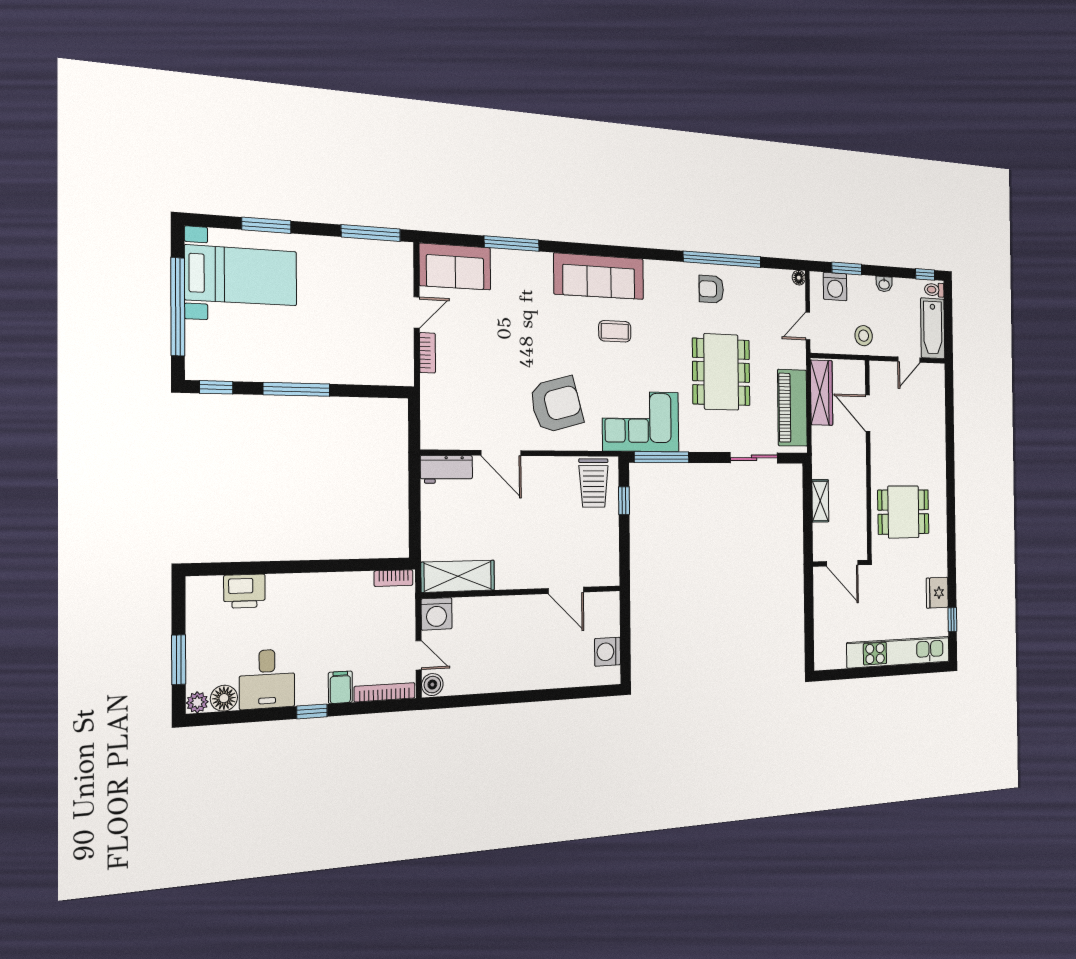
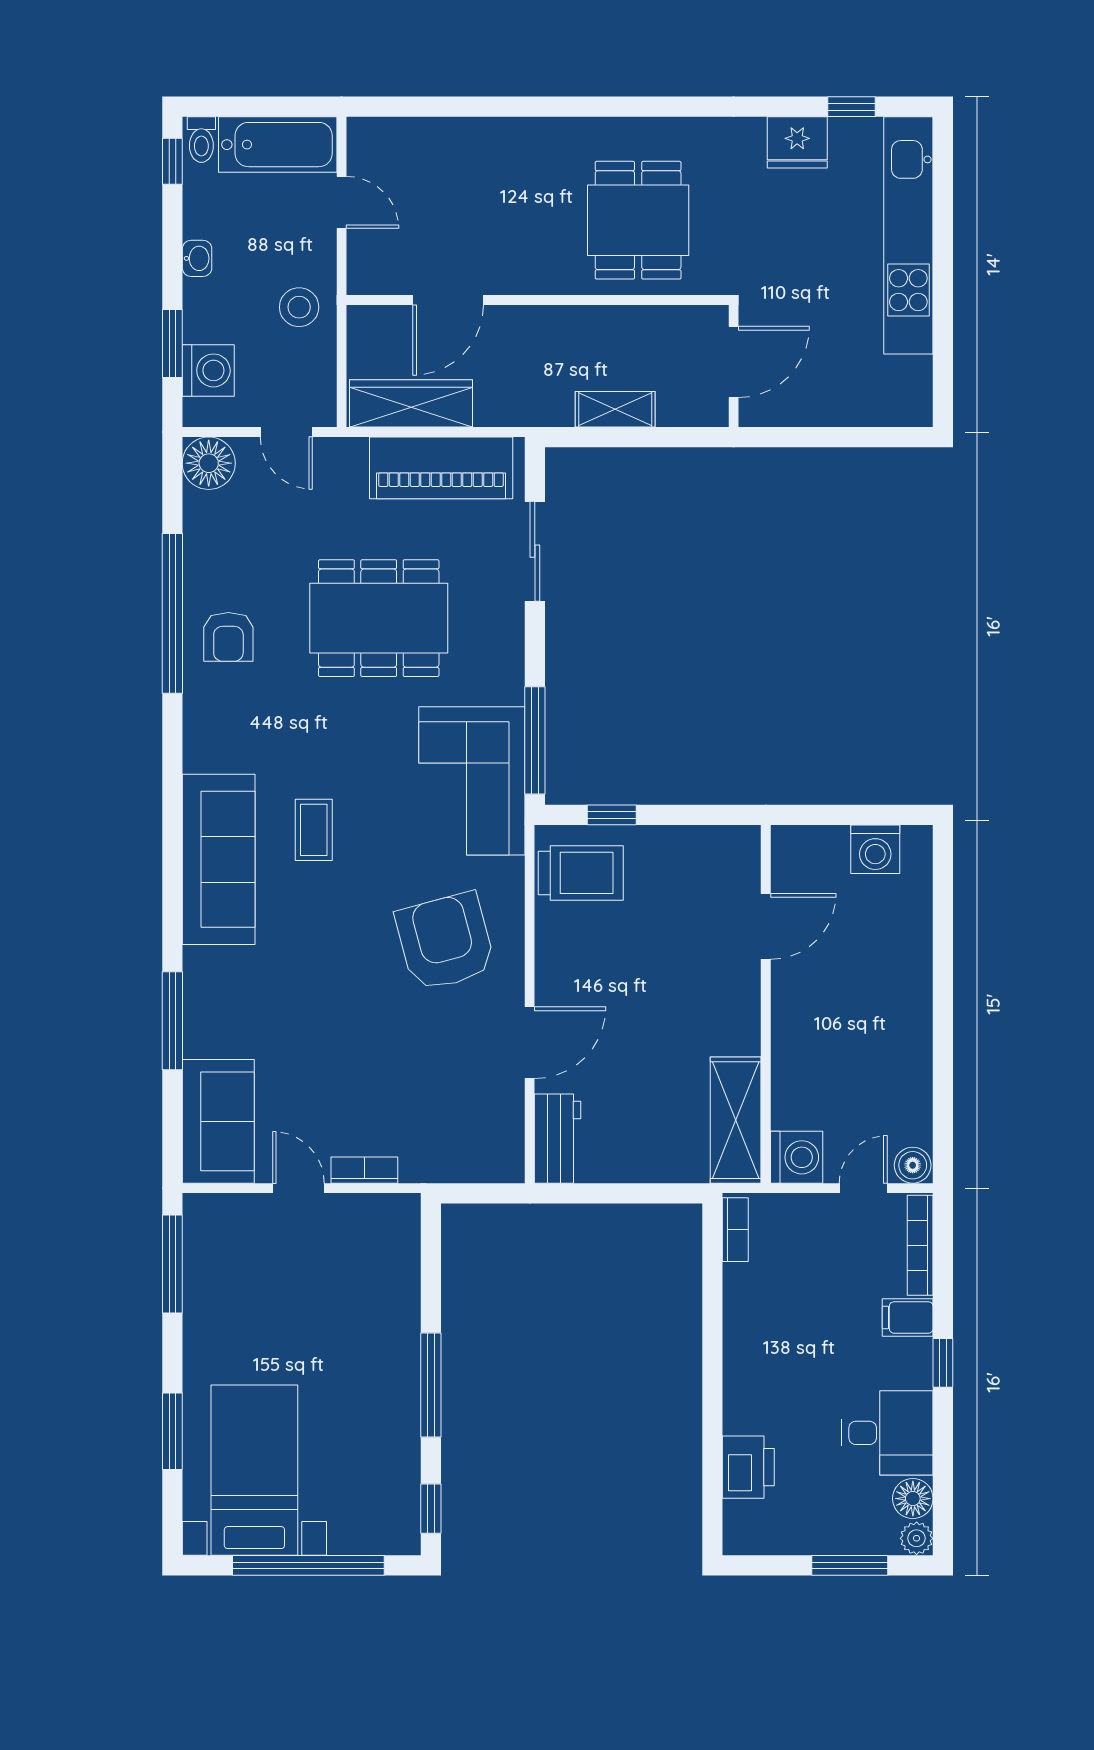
floor lamp: (799, 278) -> (209, 463), width x1.89, depth x1.89

